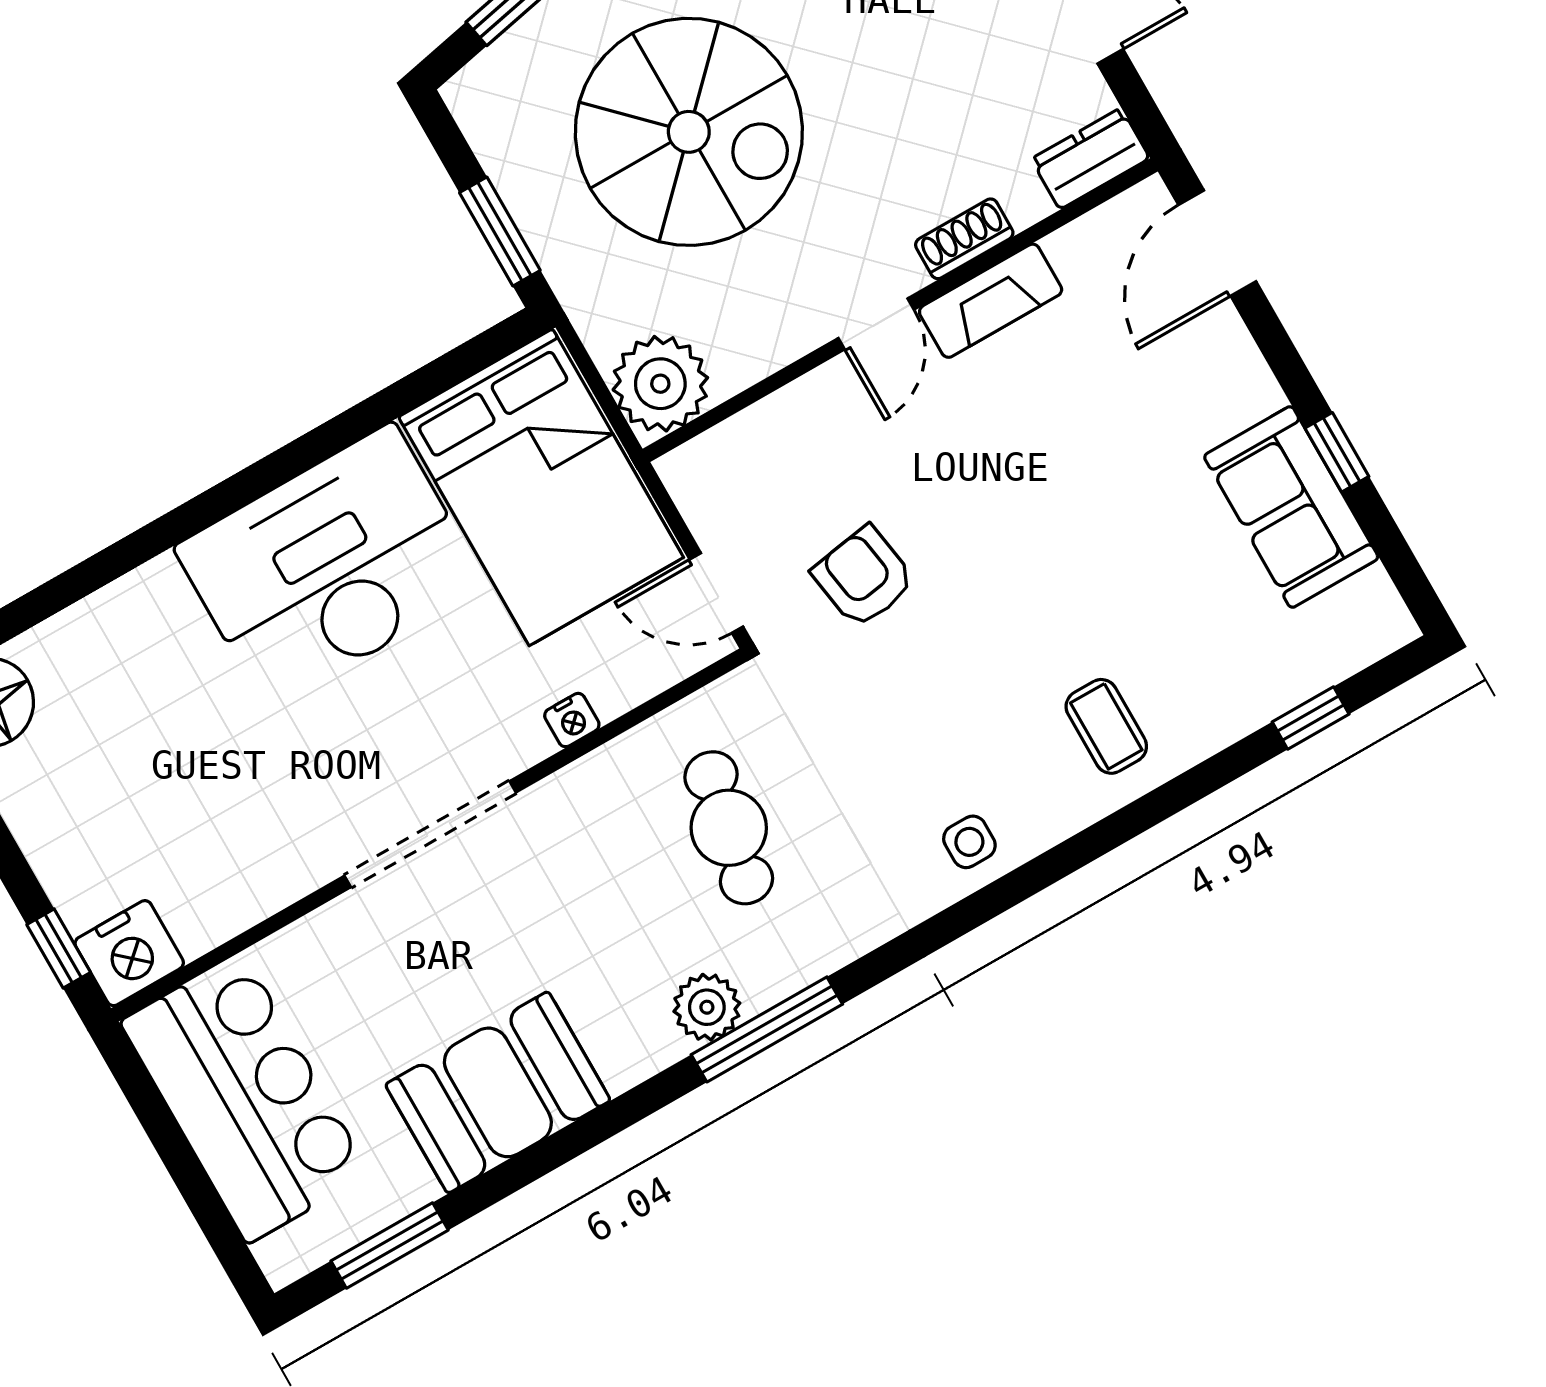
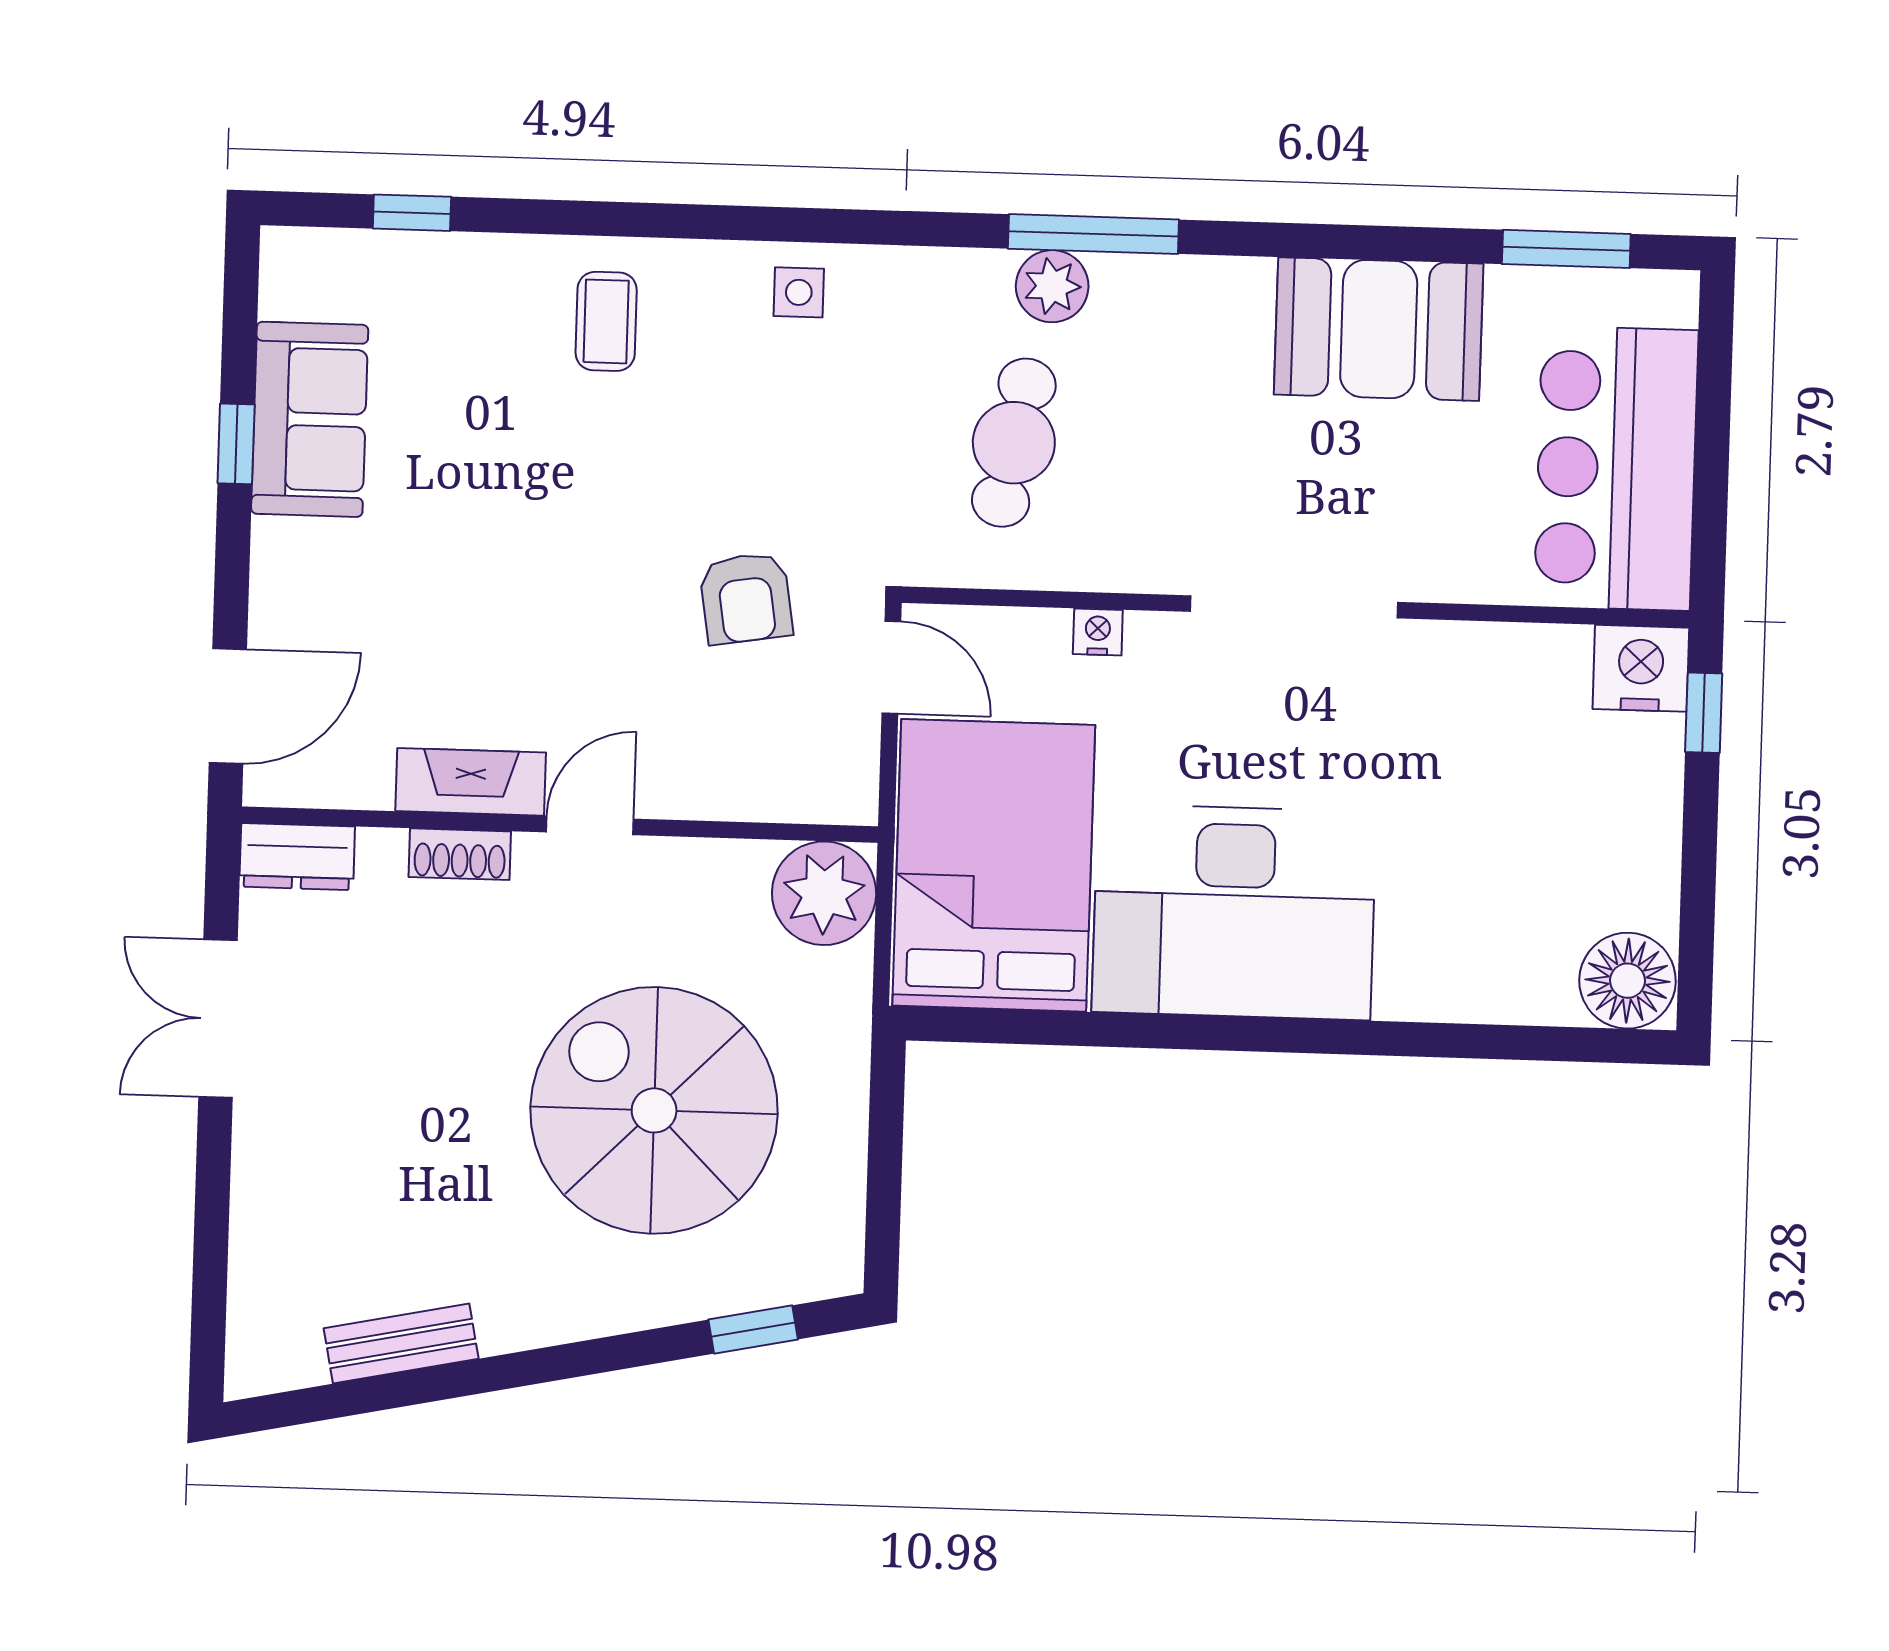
window: (500, 231) -> (886, 1126), removed
plant: (707, 1007) -> (1052, 286), moved

